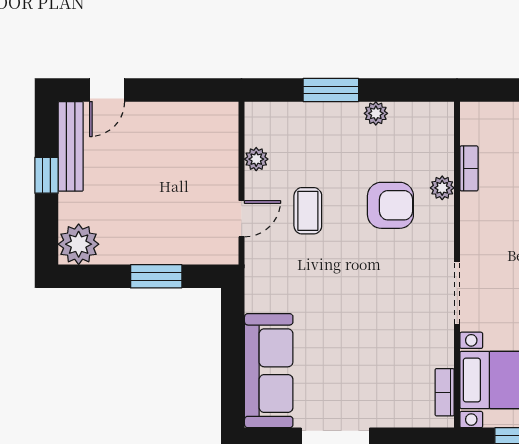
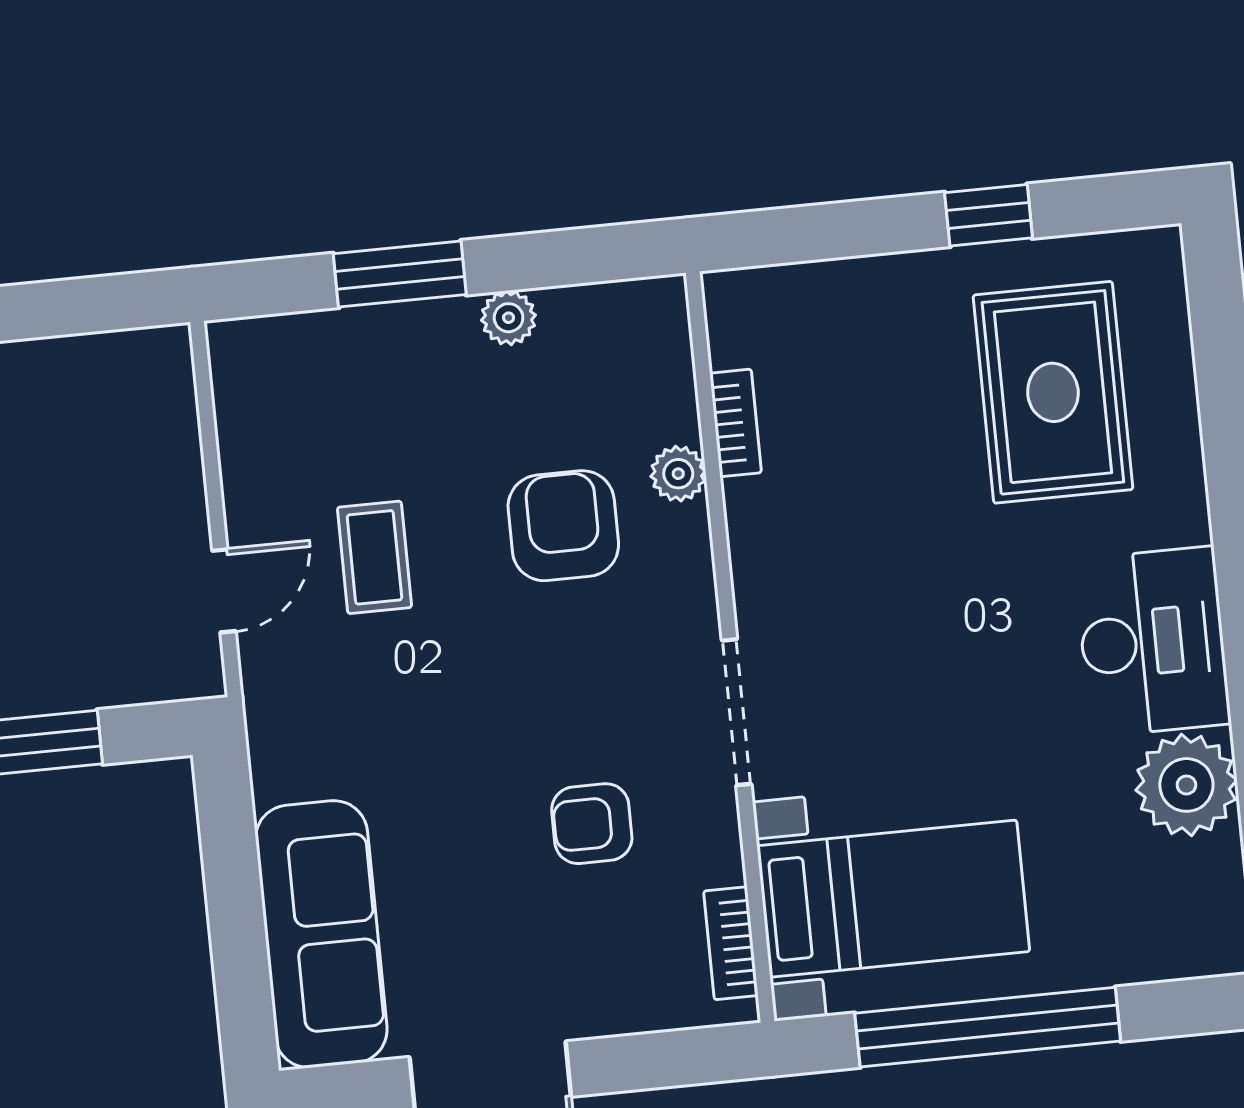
plant: (256, 159) -> (244, 450), removed
armchair: (390, 205) -> (563, 526), turned -90
armchair: (390, 335) -> (592, 824), added

